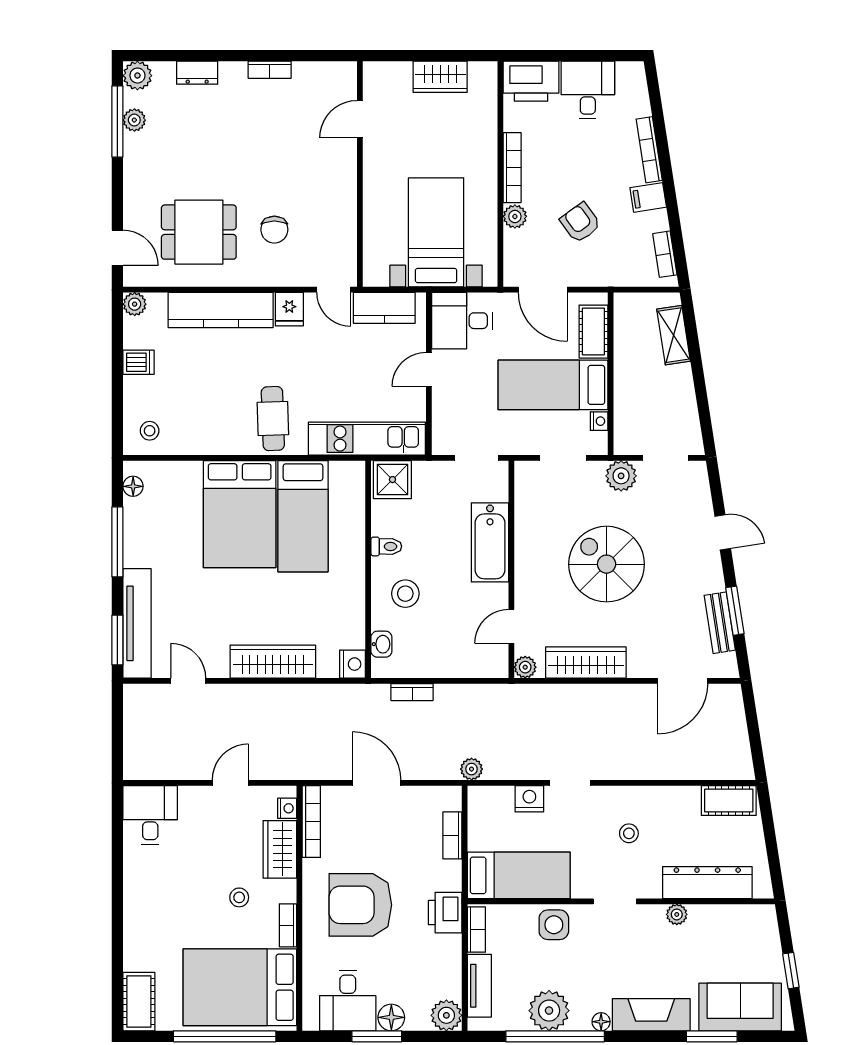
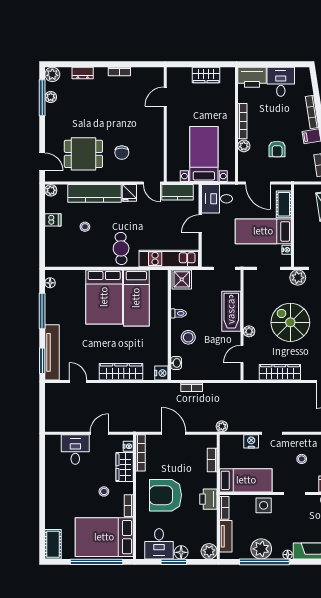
armchair: (580, 223) -> (277, 149), turned -144
stool: (150, 431) -> (85, 227), moved
plant: (525, 667) -> (249, 331), moved
desk: (150, 815) -> (75, 450), moved

